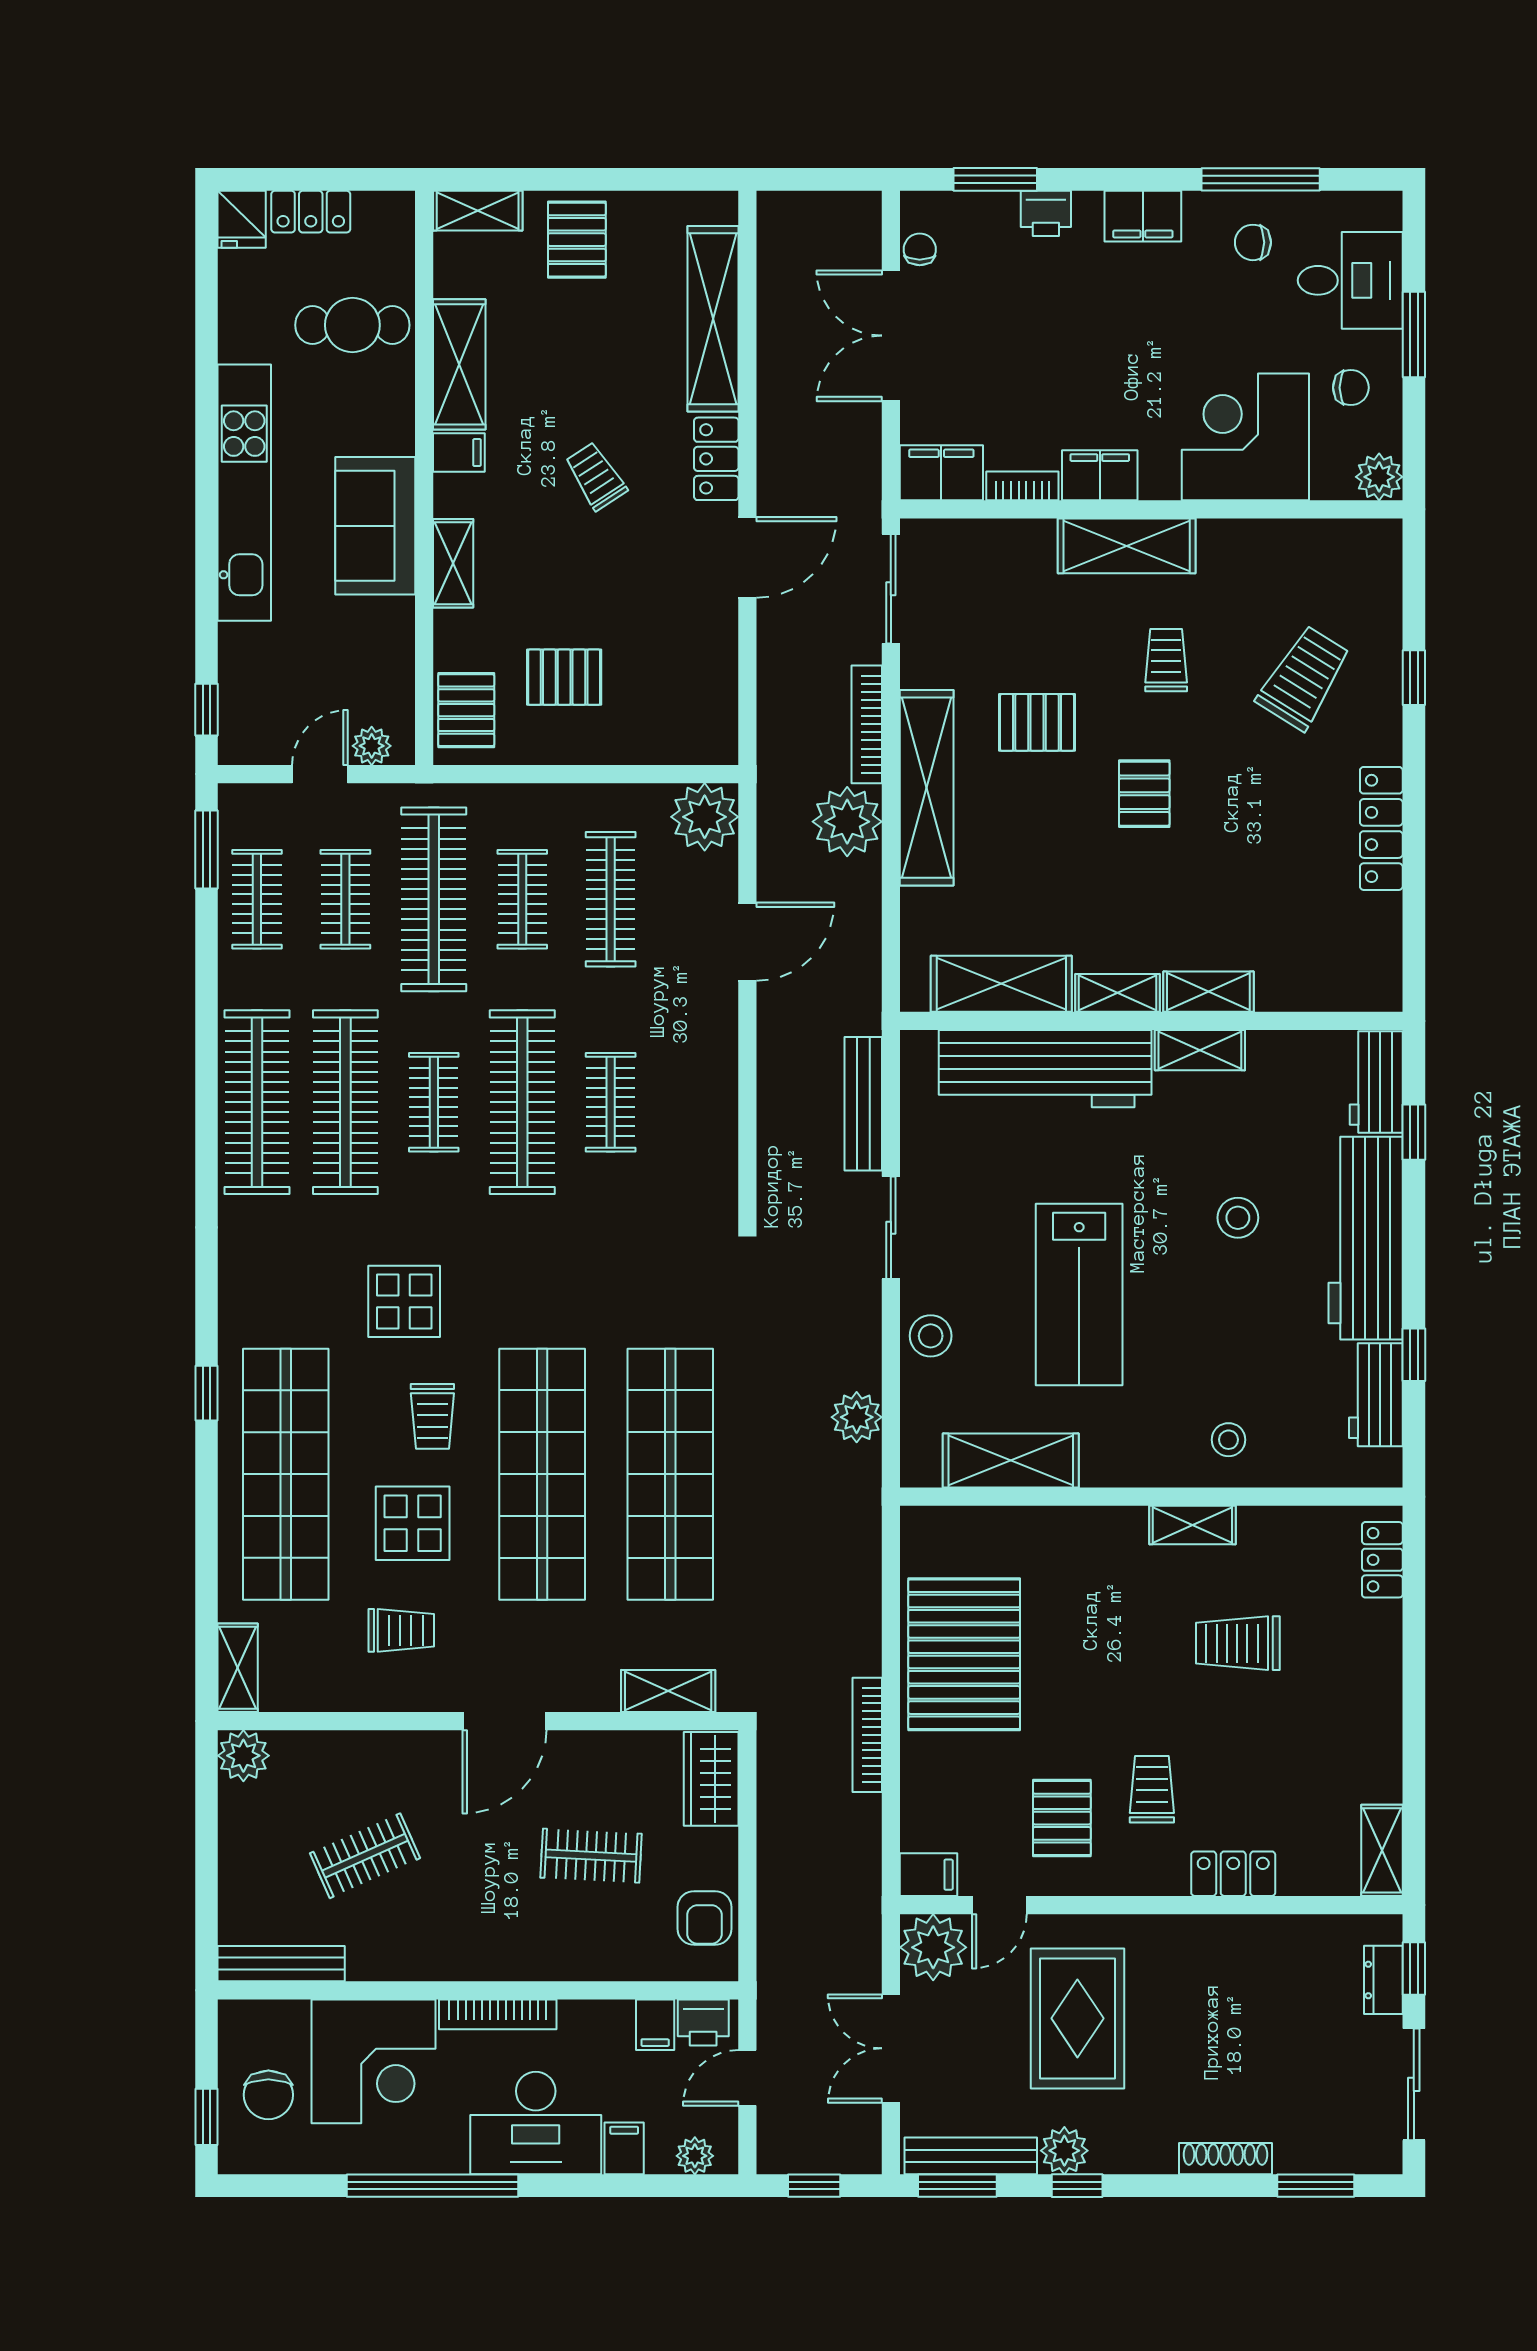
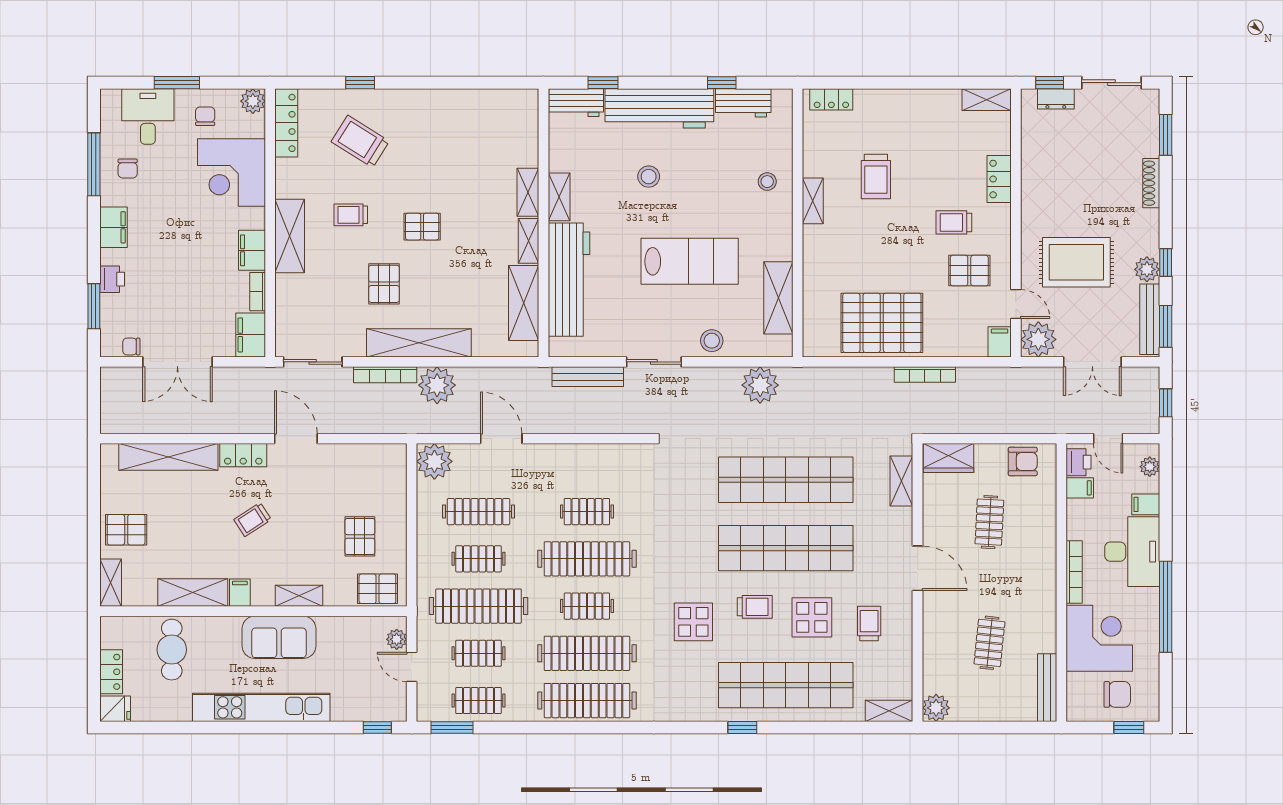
locker: (1381, 828) -> (286, 123), moved, turned -90
plant: (857, 1417) -> (760, 385), width x1.36, depth x1.36
clothes rail: (365, 1856) -> (989, 643), turned 30

